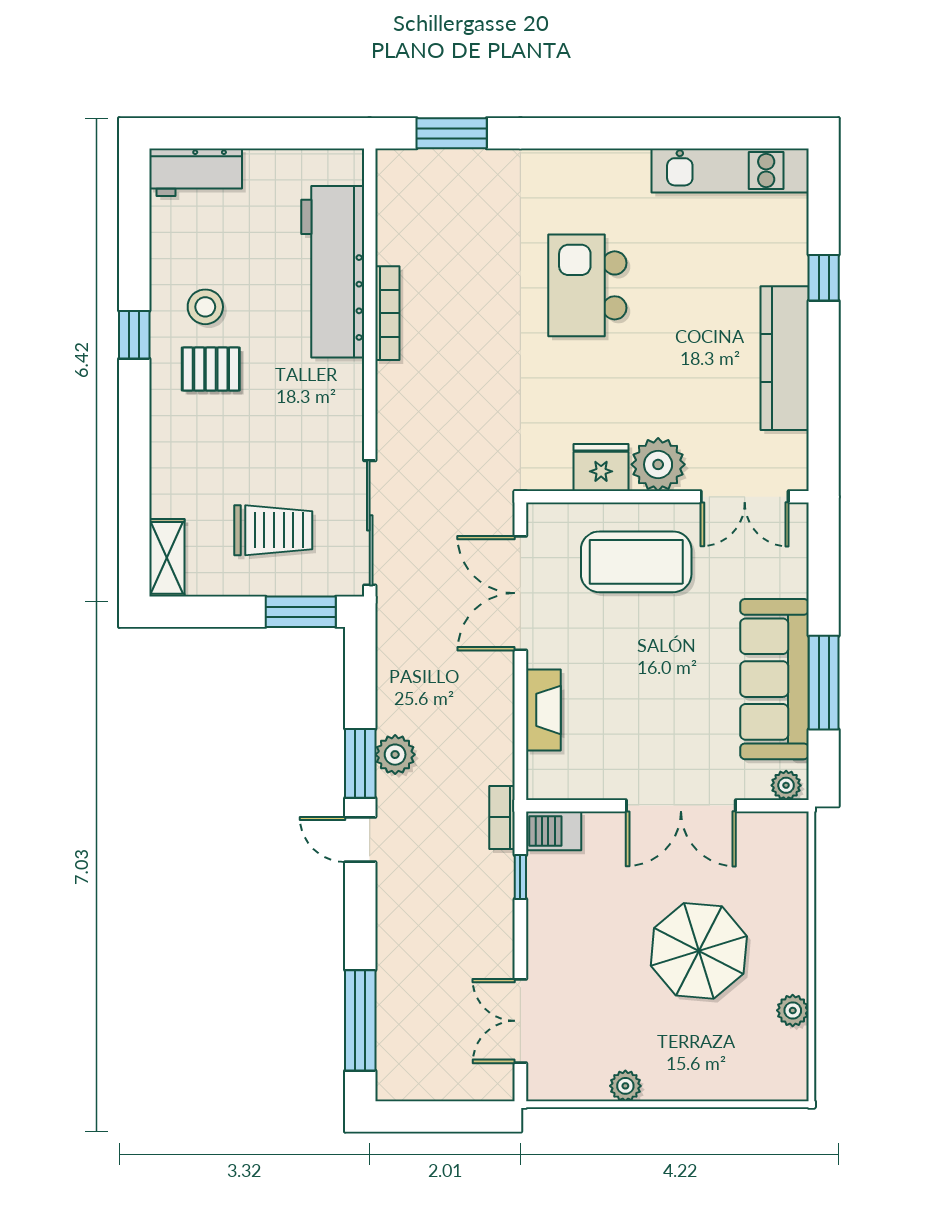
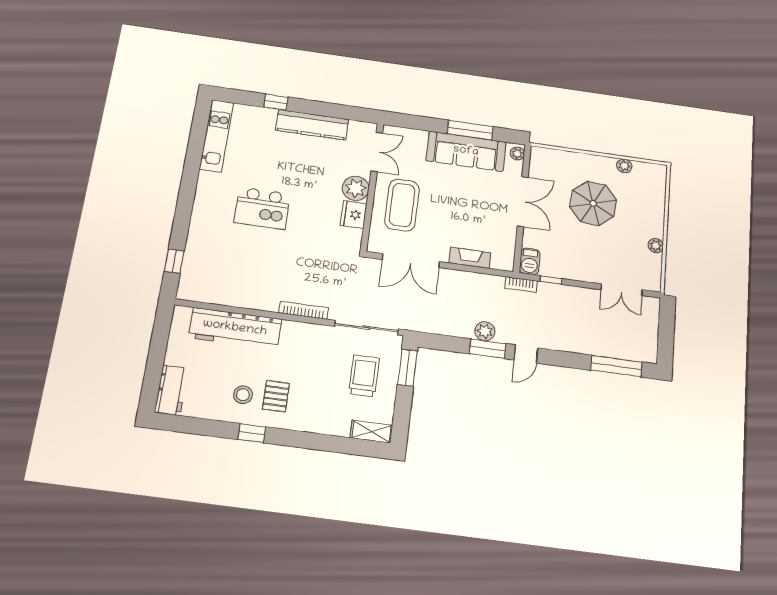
window: (452, 133) -> (174, 261), width x0.67
bookcase: (387, 313) -> (304, 310), moved

